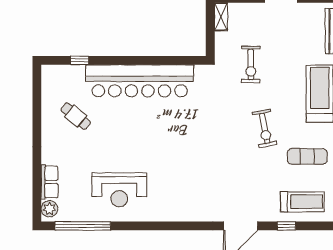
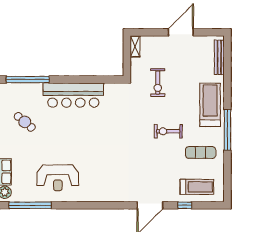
window: (80, 60) -> (28, 80), width x3.17
bar counter: (140, 81) -> (73, 95), width x0.73
exercise bike: (265, 128) -> (168, 131), turned 101

